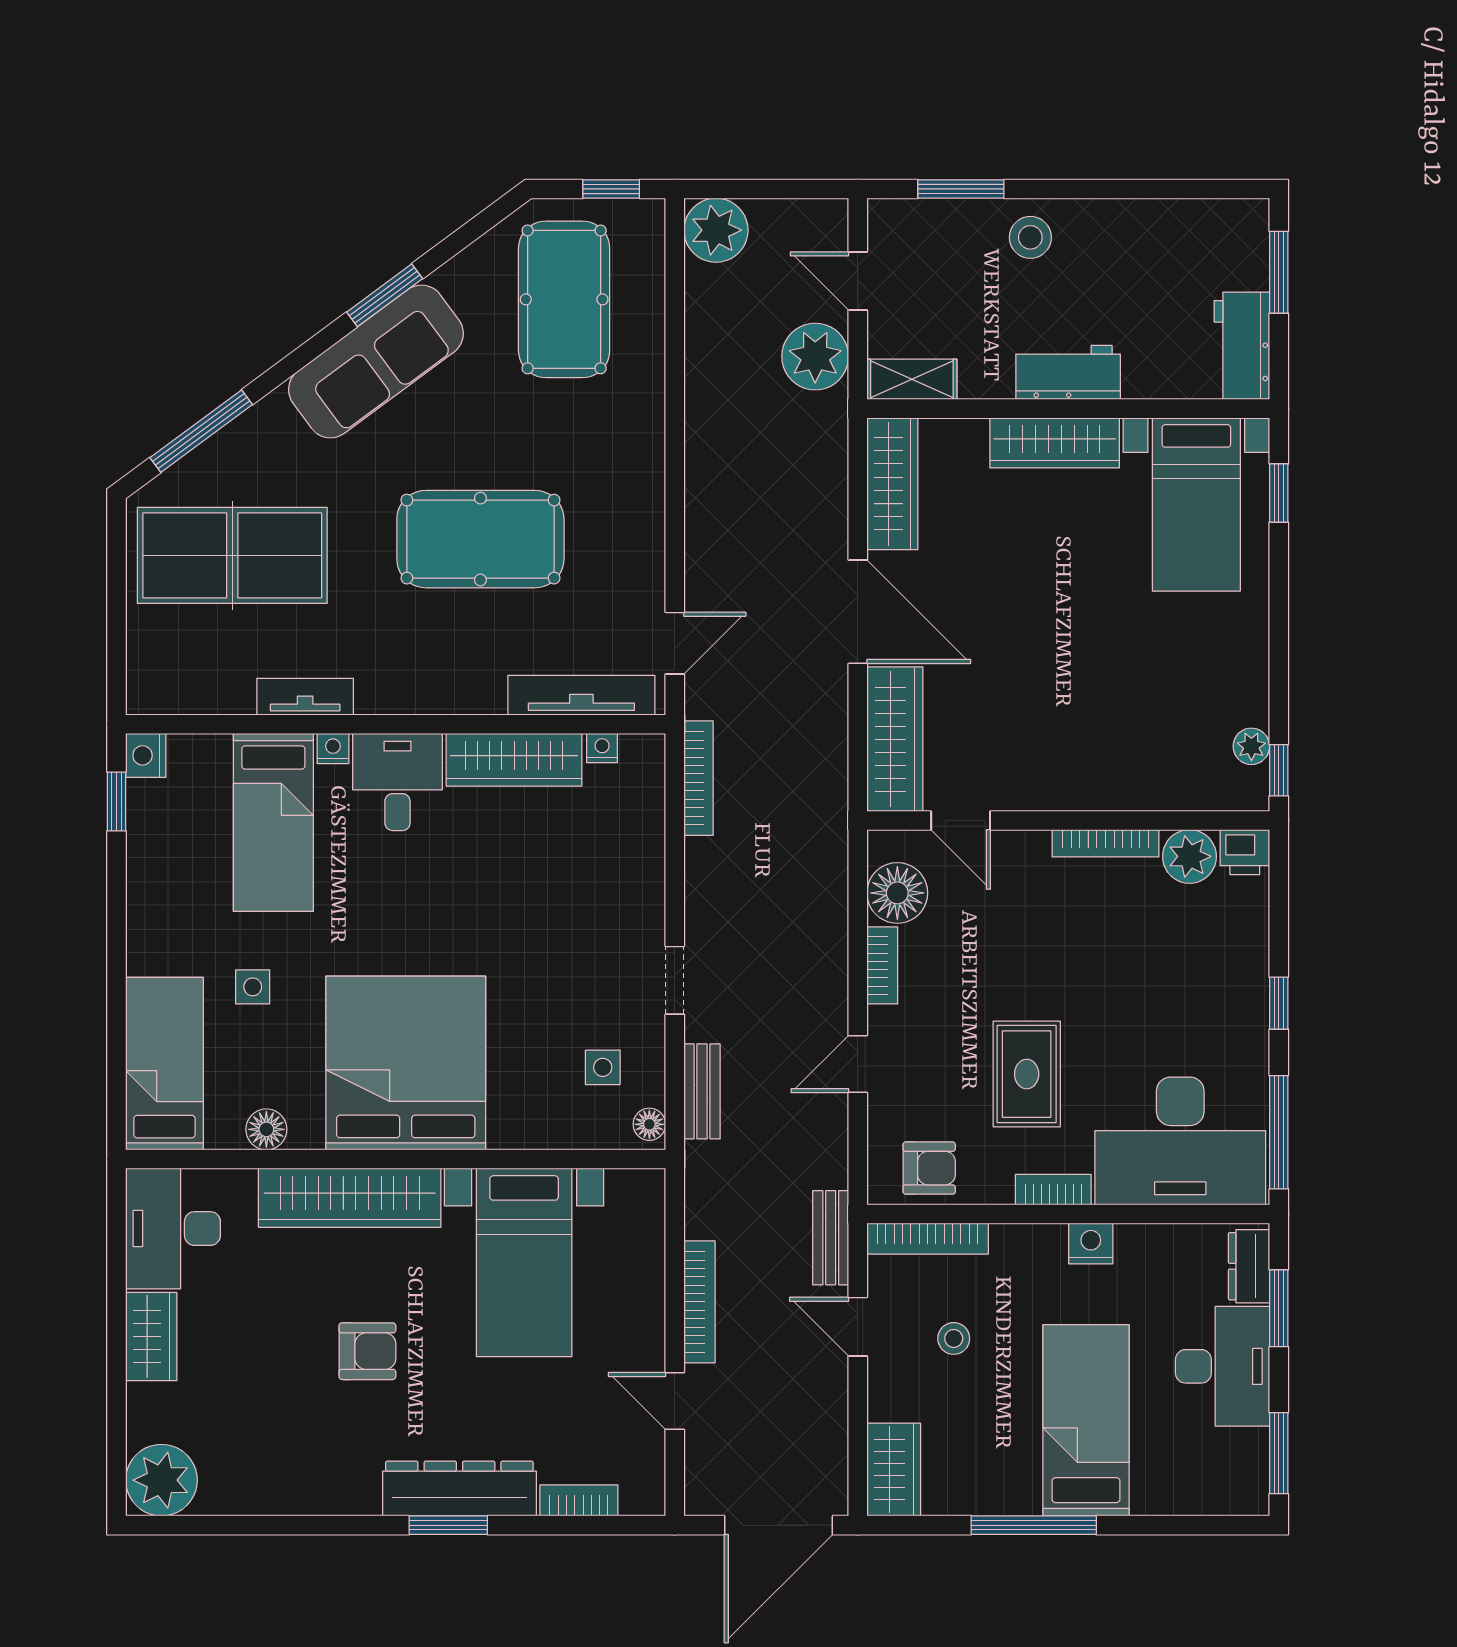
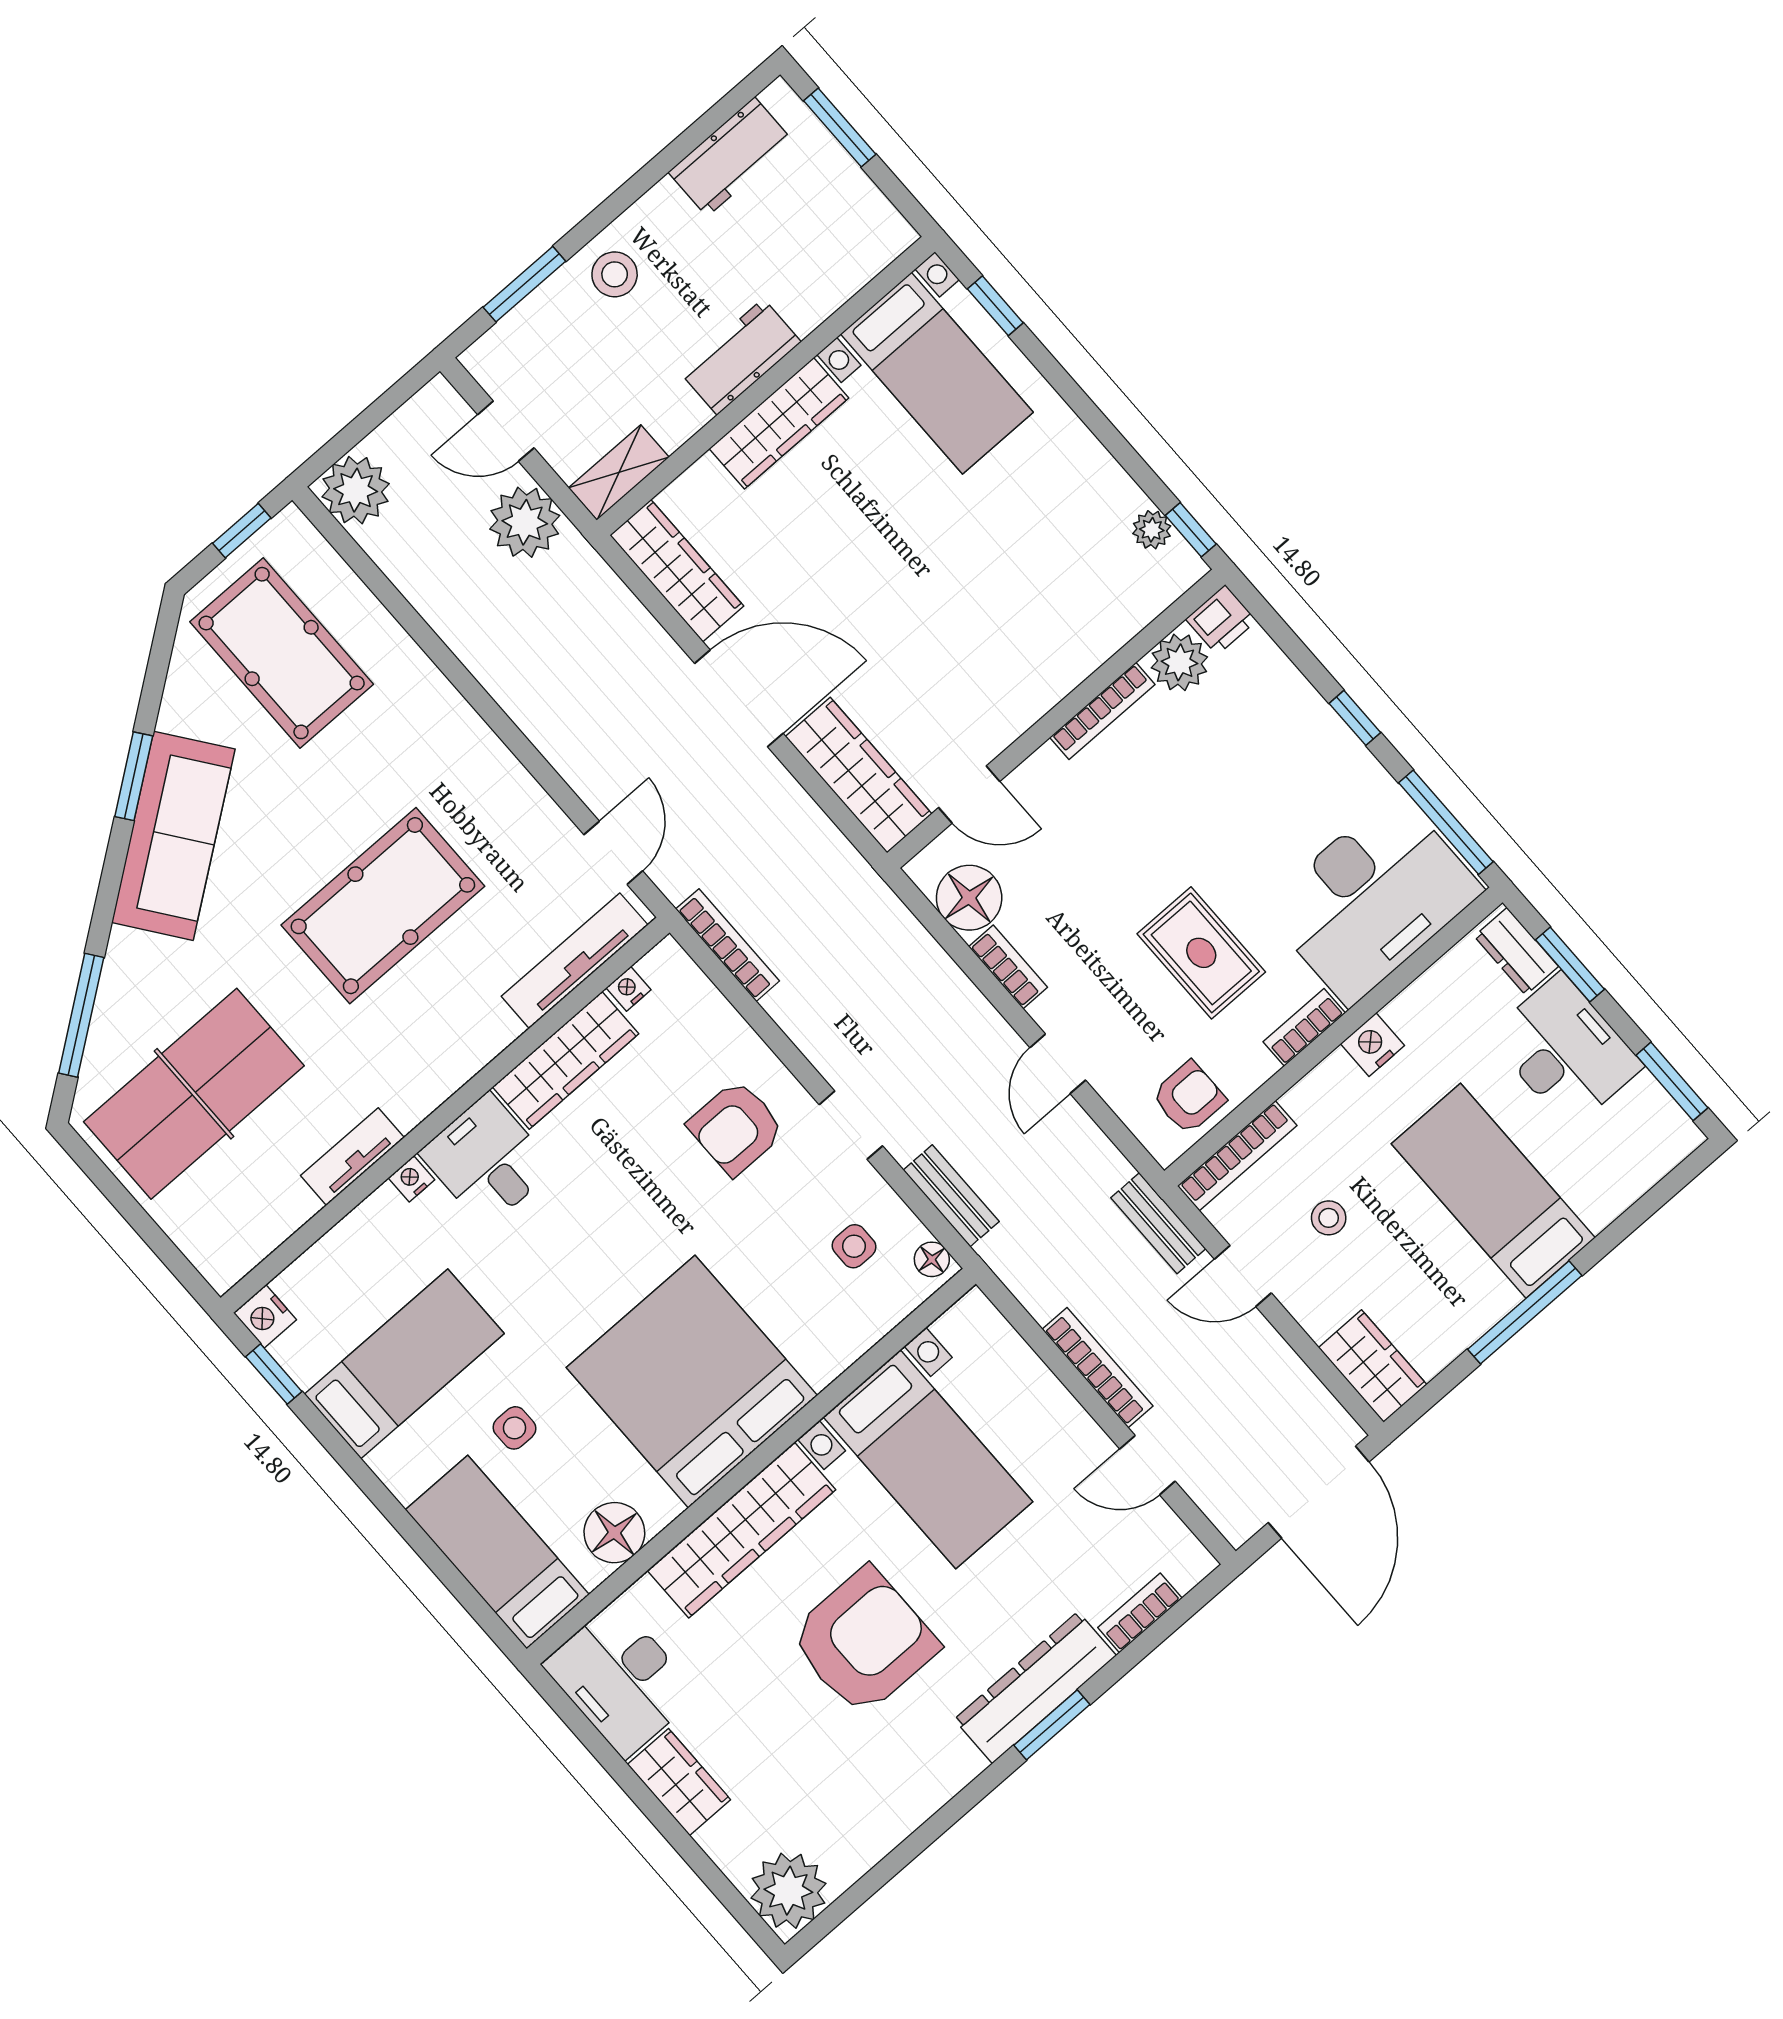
workbench: (1242, 346) -> (731, 157), moved, turned -90
bed: (273, 822) -> (404, 1364), moved, turned -90
armchair: (592, 912) -> (736, 1128), added
floor lamp: (266, 1129) -> (614, 1533), width x1.38, depth x1.38
armchair: (367, 1351) -> (864, 1641), width x1.88, depth x1.88

